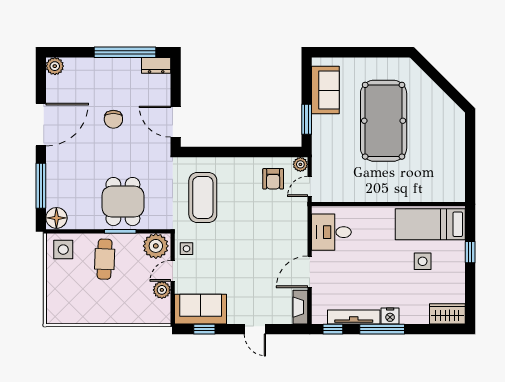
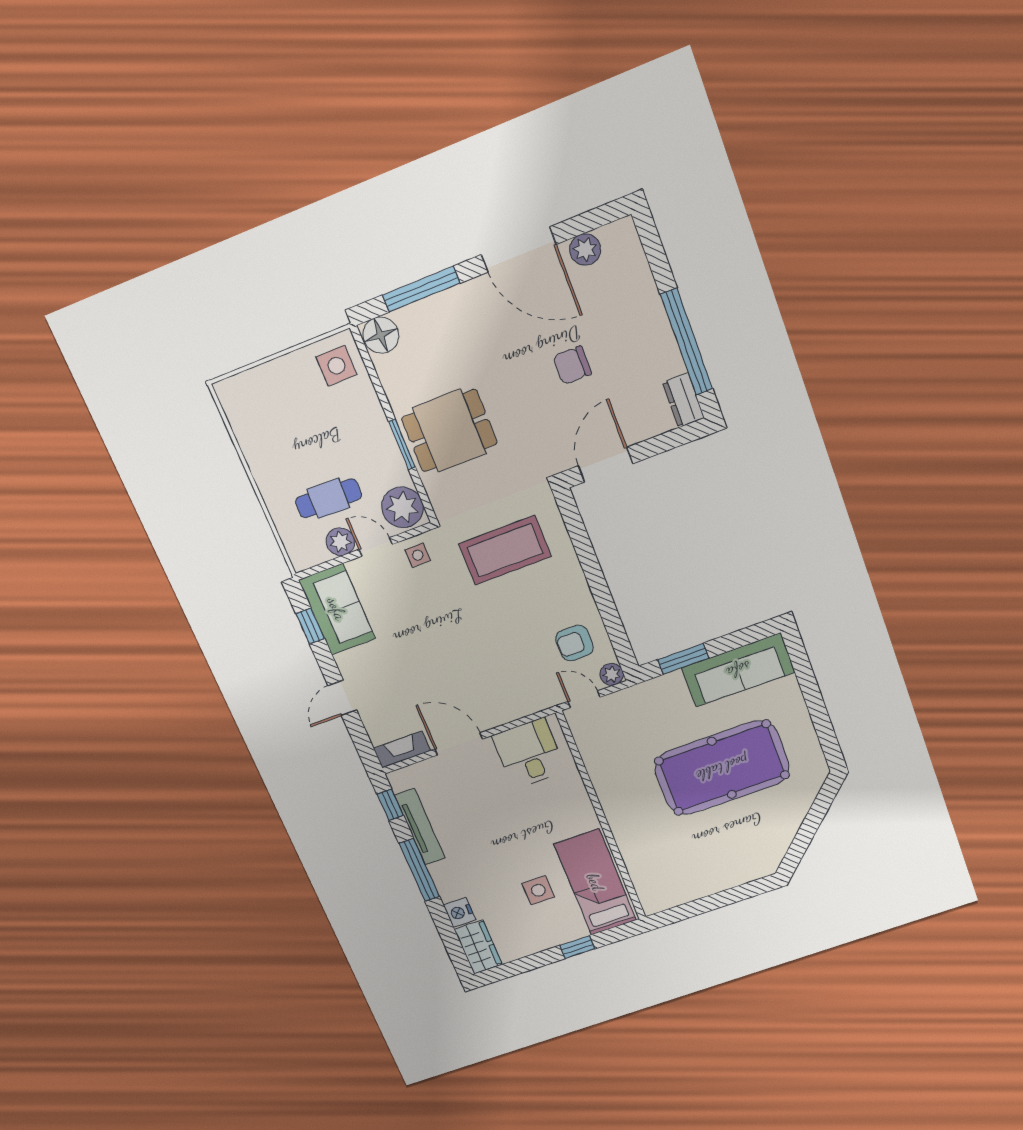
plant: (55, 66) -> (585, 249), moved
sofa: (325, 90) -> (738, 670), width x1.36
cafe table: (105, 259) -> (328, 498), moved
nightstand: (390, 316) -> (459, 912), moved

